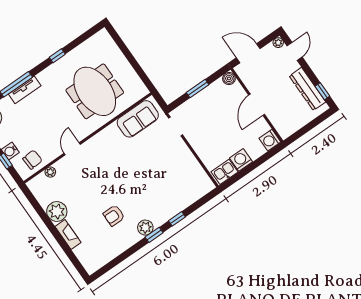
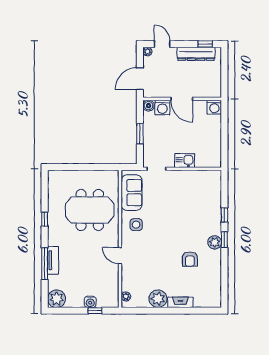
side table: (111, 144) -> (136, 225), added
chair: (32, 160) -> (108, 290), removed
washing machine: (241, 160) -> (162, 107), moved, turned -90
plant: (50, 172) -> (126, 296), moved
kitchen sink: (224, 172) -> (185, 161), moved, turned 90

